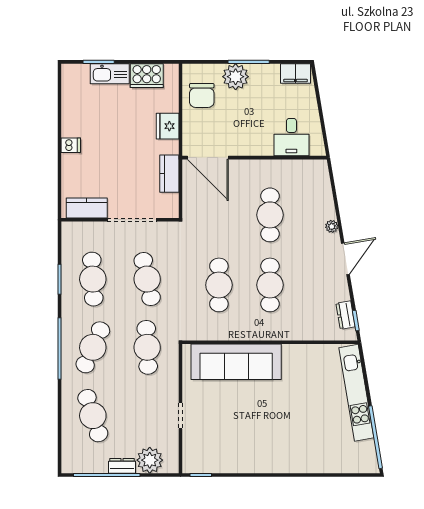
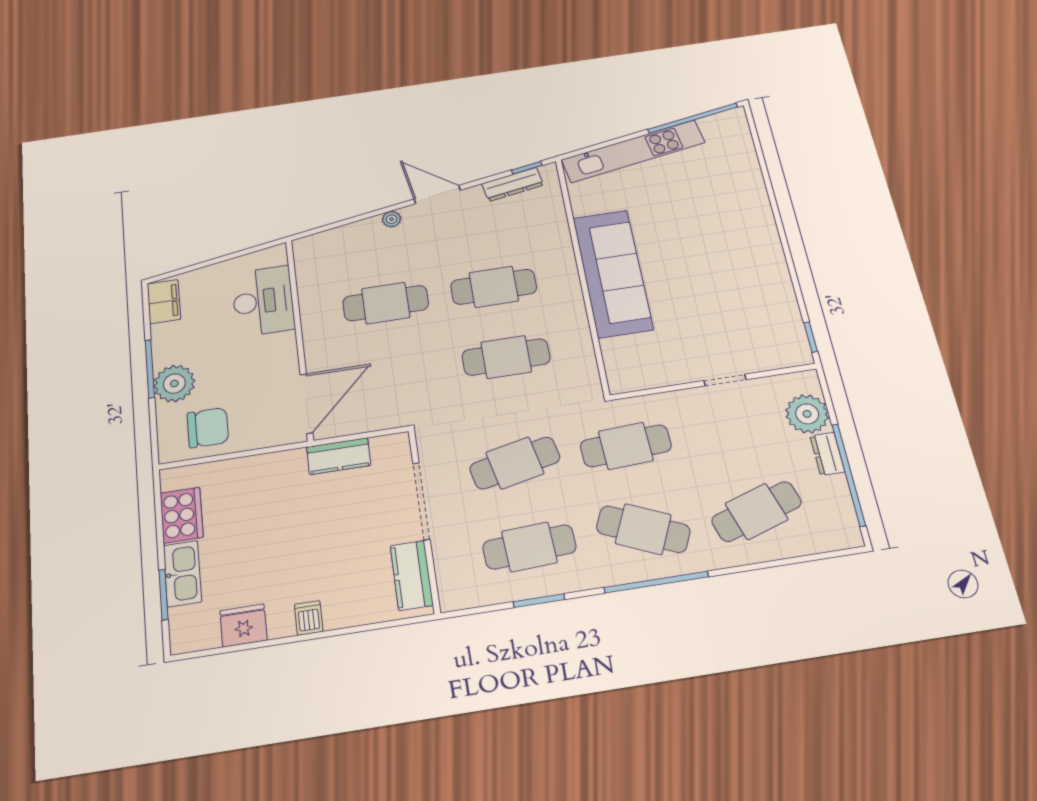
fridge: (168, 126) -> (243, 625), moved, turned 180
desk: (291, 137) -> (263, 301), width x1.37
dresser: (346, 315) -> (513, 184), width x1.44
sofa: (236, 362) -> (613, 273), moved

